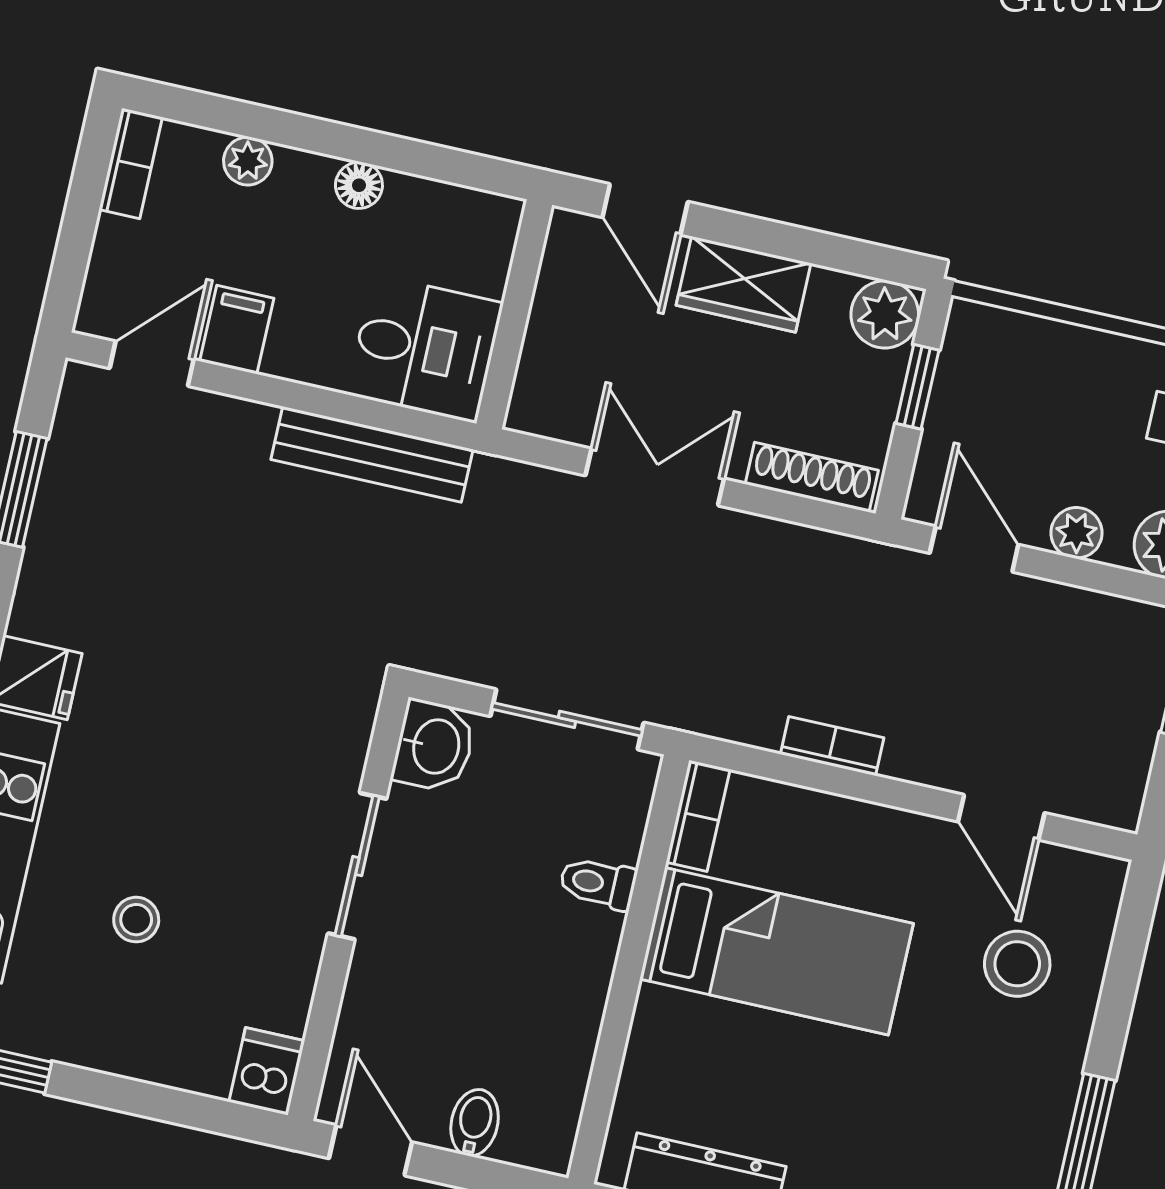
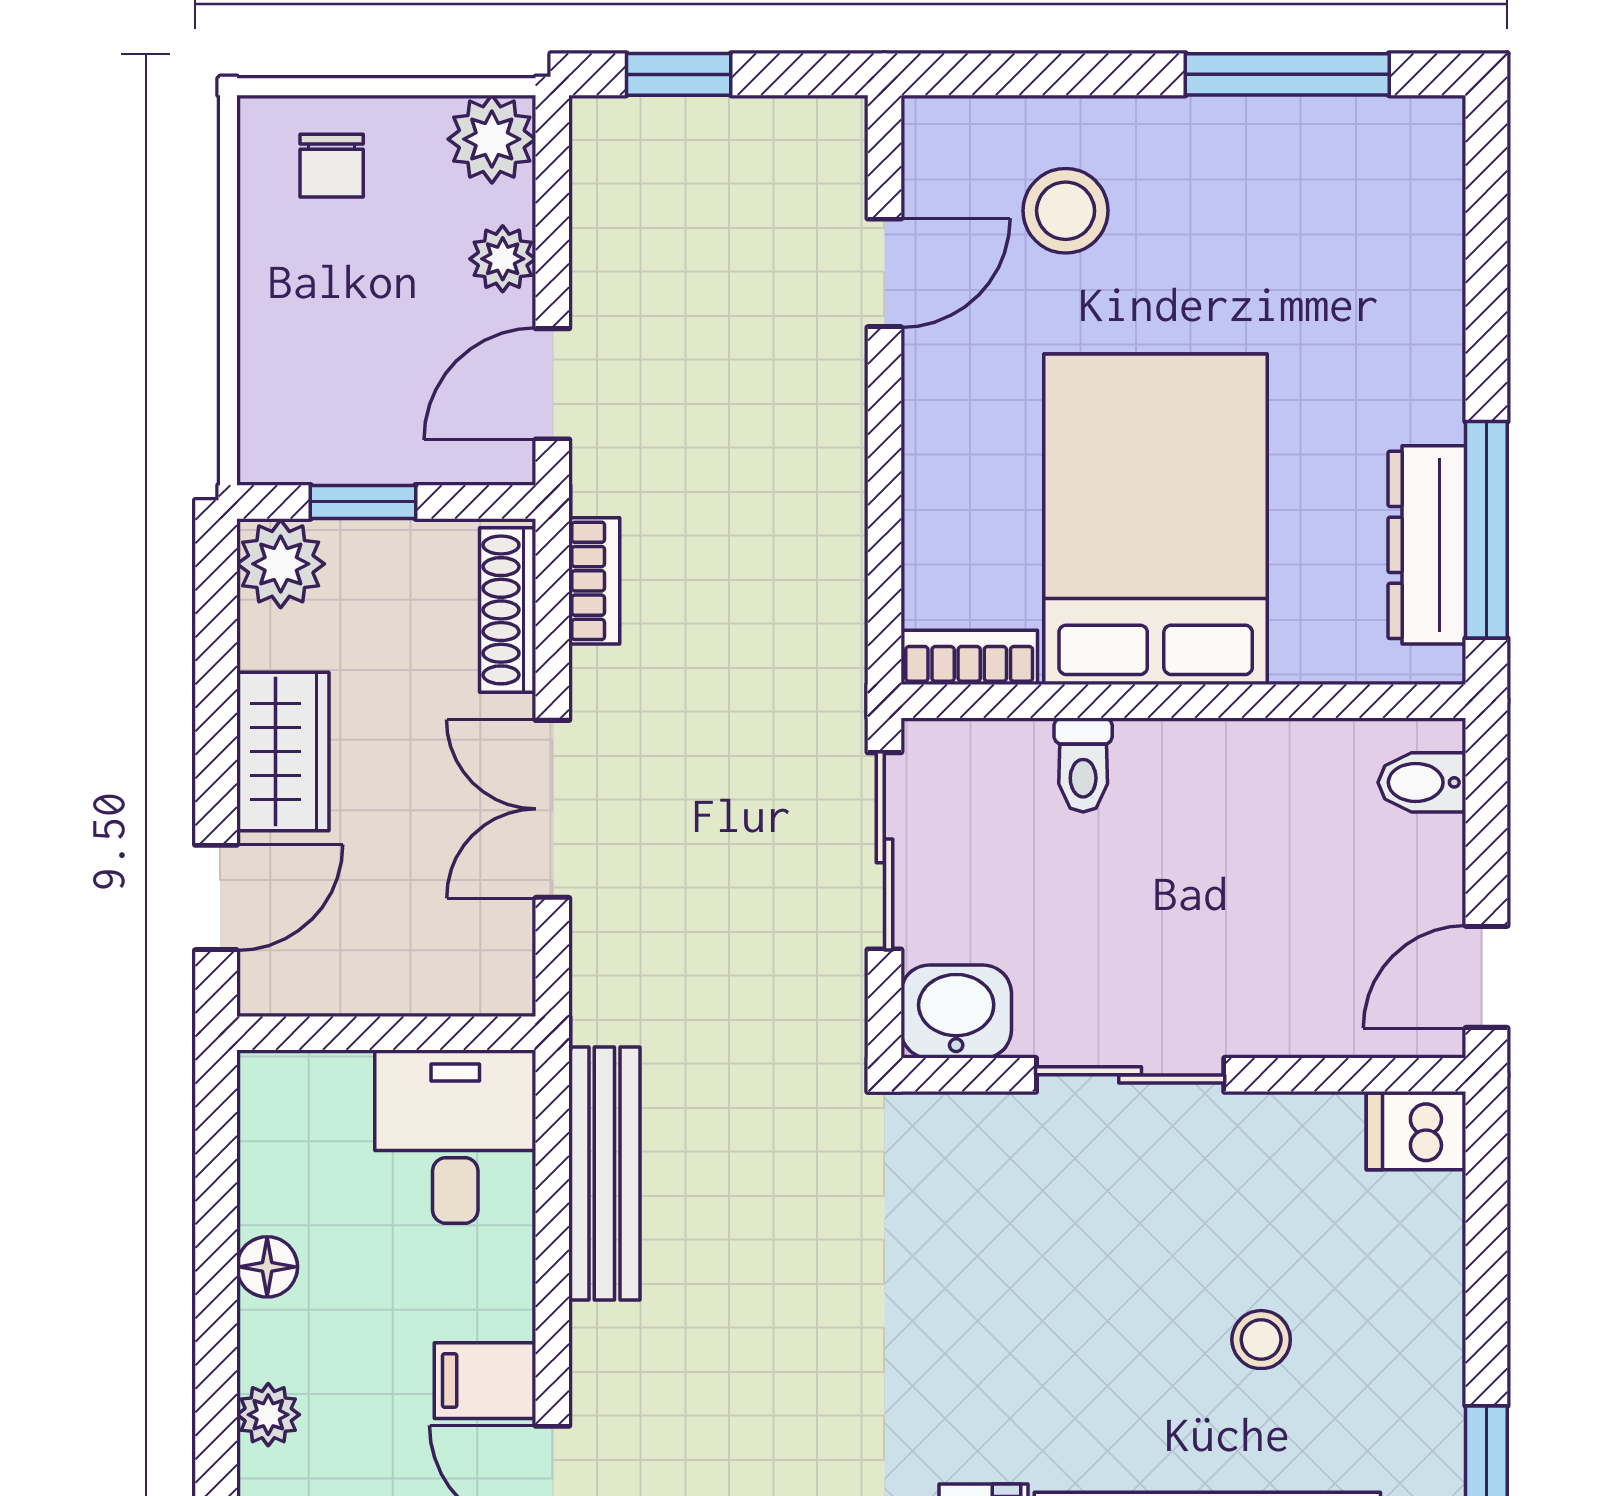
bookcase: (832, 746) -> (594, 581), moved, turned 180
bed: (777, 951) -> (1156, 519), width x1.50
bidet: (475, 1123) -> (1422, 782), moved

